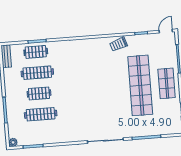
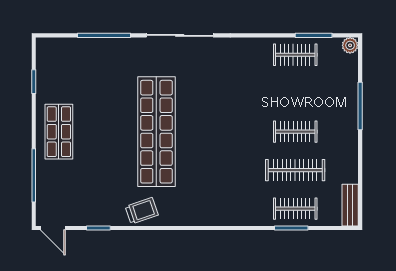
door: (166, 31) -> (53, 228), hinge flipped
shop shelf: (140, 85) -> (156, 132), moved
clothes rail: (41, 114) -> (295, 55), moved, width x0.73

